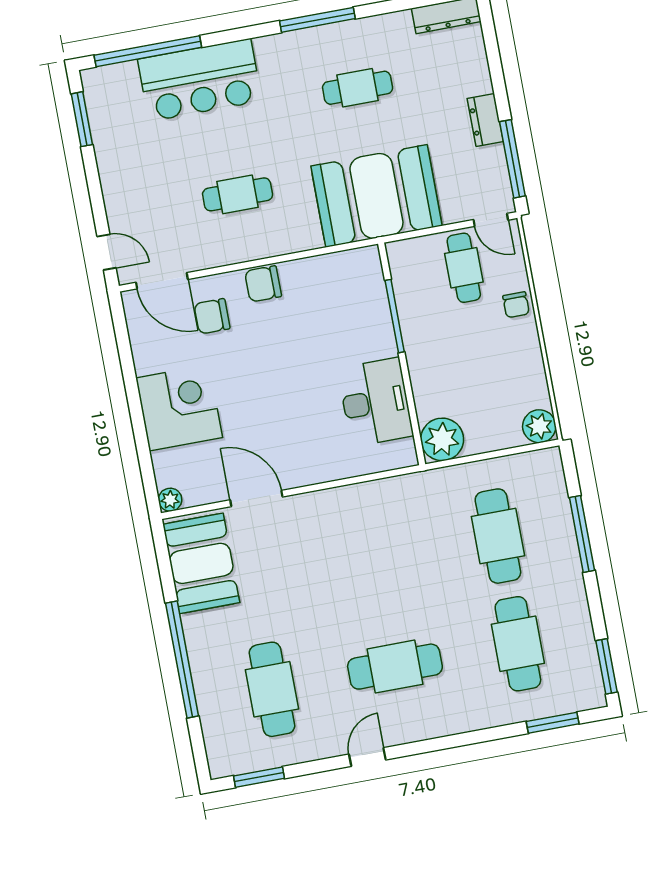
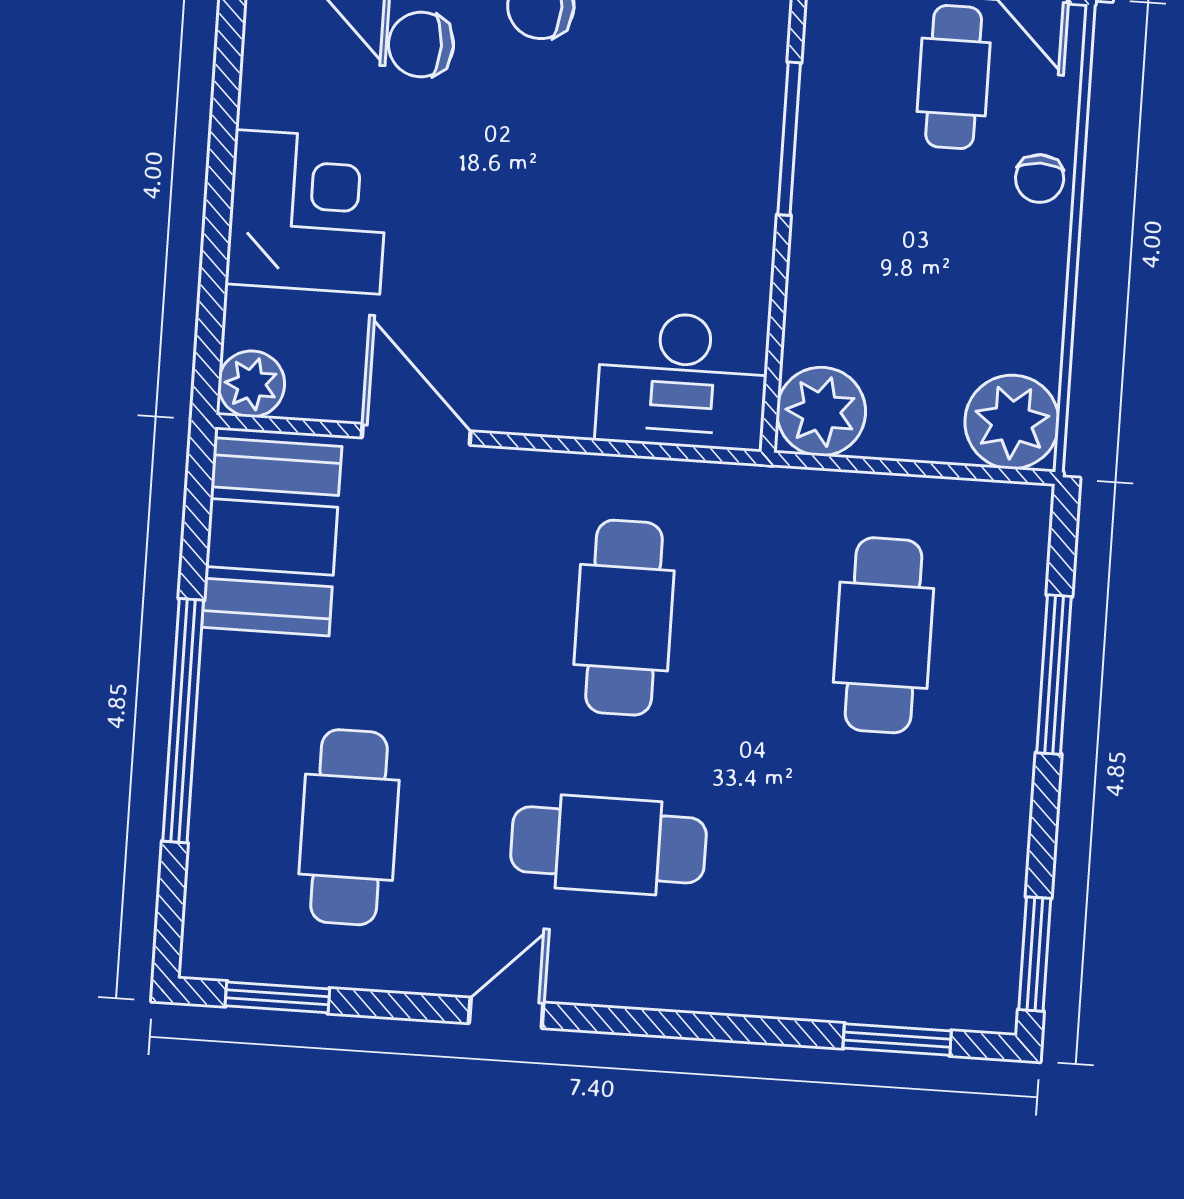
desk: (375, 402) -> (683, 381), moved, turned 90
plant: (539, 426) -> (1012, 422), width x1.36, depth x1.36
plant: (170, 500) -> (251, 384), width x1.38, depth x1.38
cafe table: (518, 644) -> (624, 618), moved

